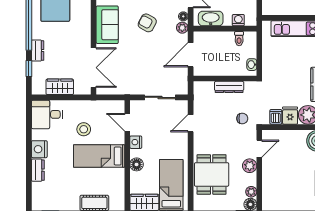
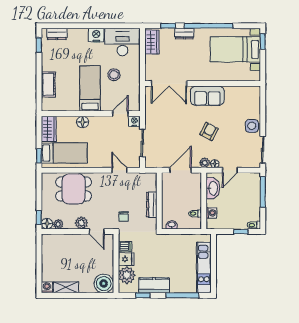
door: (191, 55) -> (181, 170), hinge flipped
wardrobe: (60, 87) -> (152, 42), moved
desk: (47, 114) -> (122, 42), width x1.37
nightstand: (136, 142) -> (134, 121), moved
dresser: (38, 170) -> (57, 34), moved

